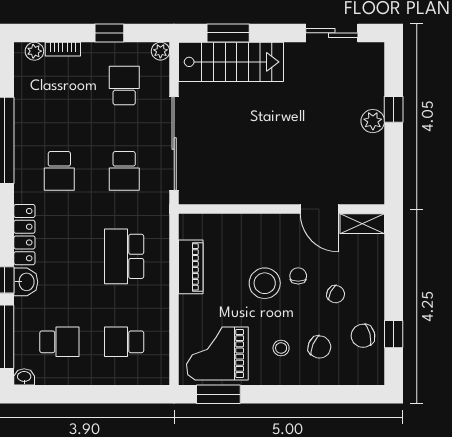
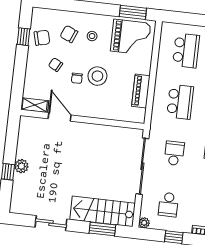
sliding door: (332, 33) -> (51, 223), moved
school desk: (124, 342) -> (186, 50), width x1.85

